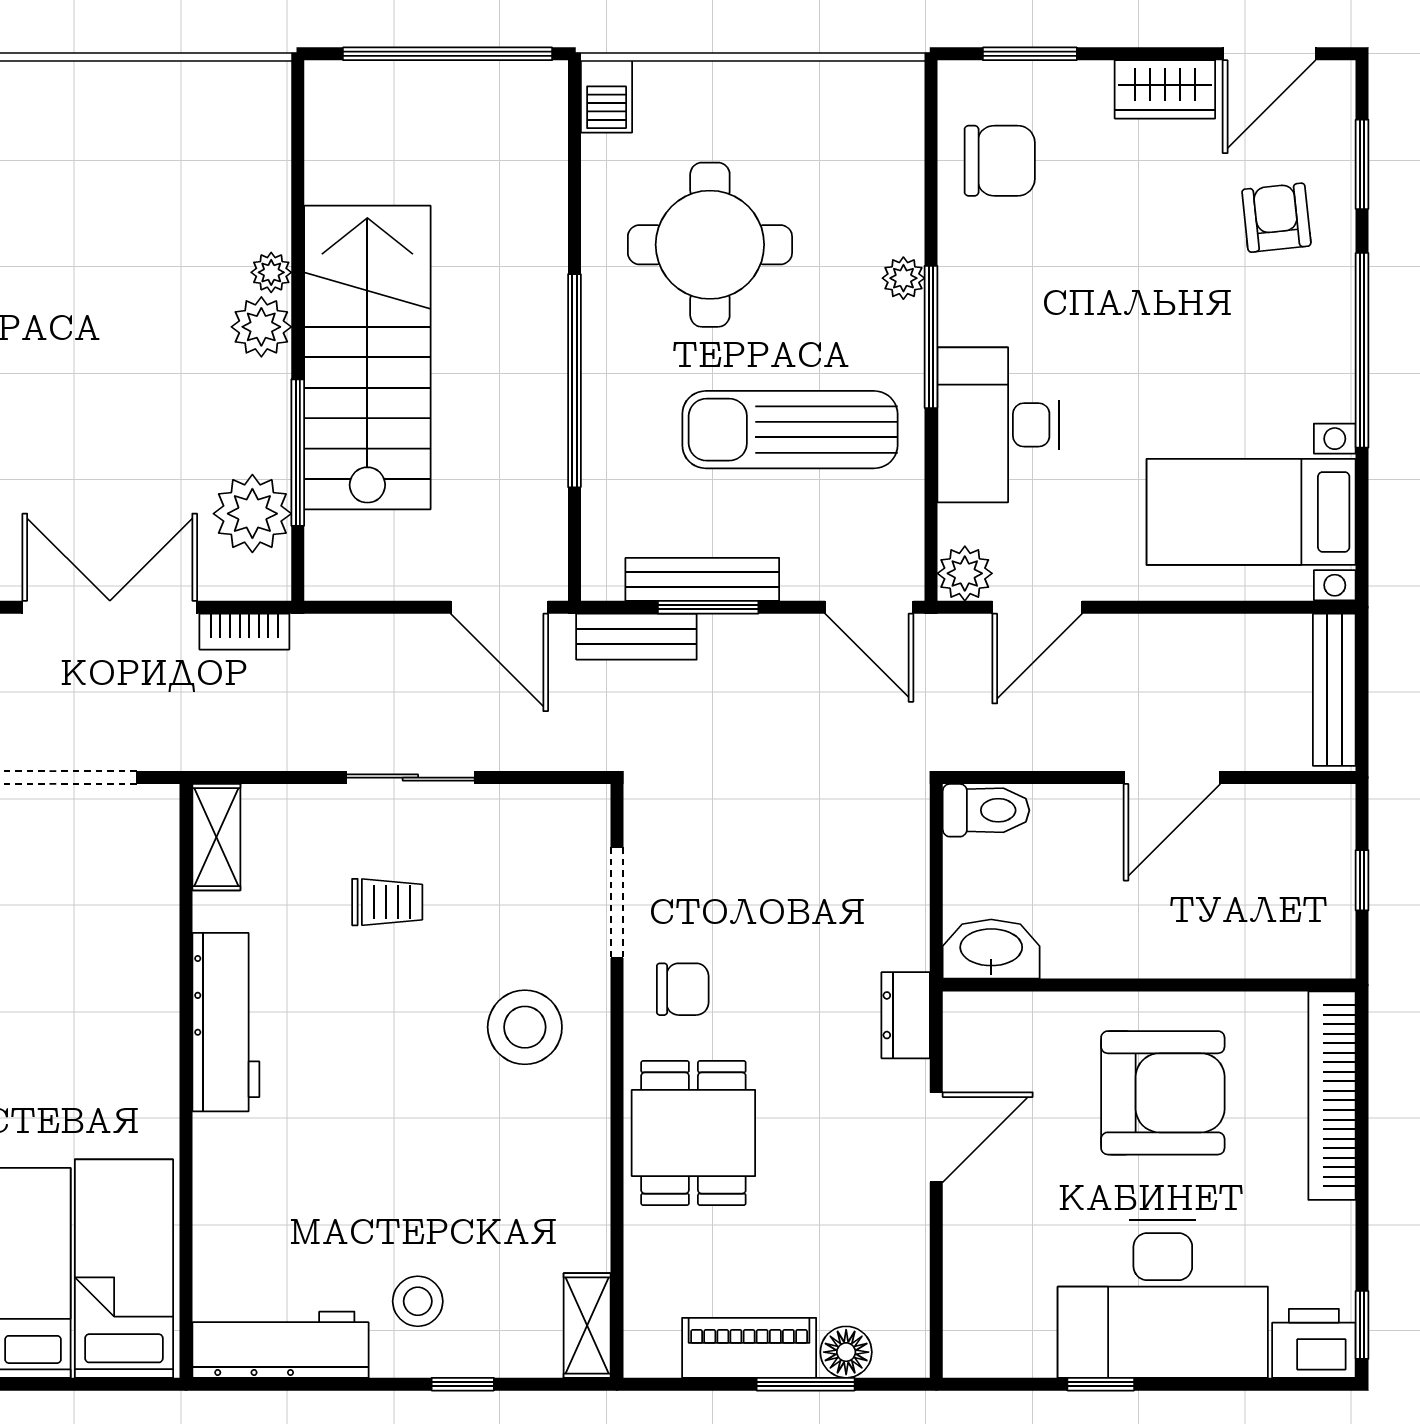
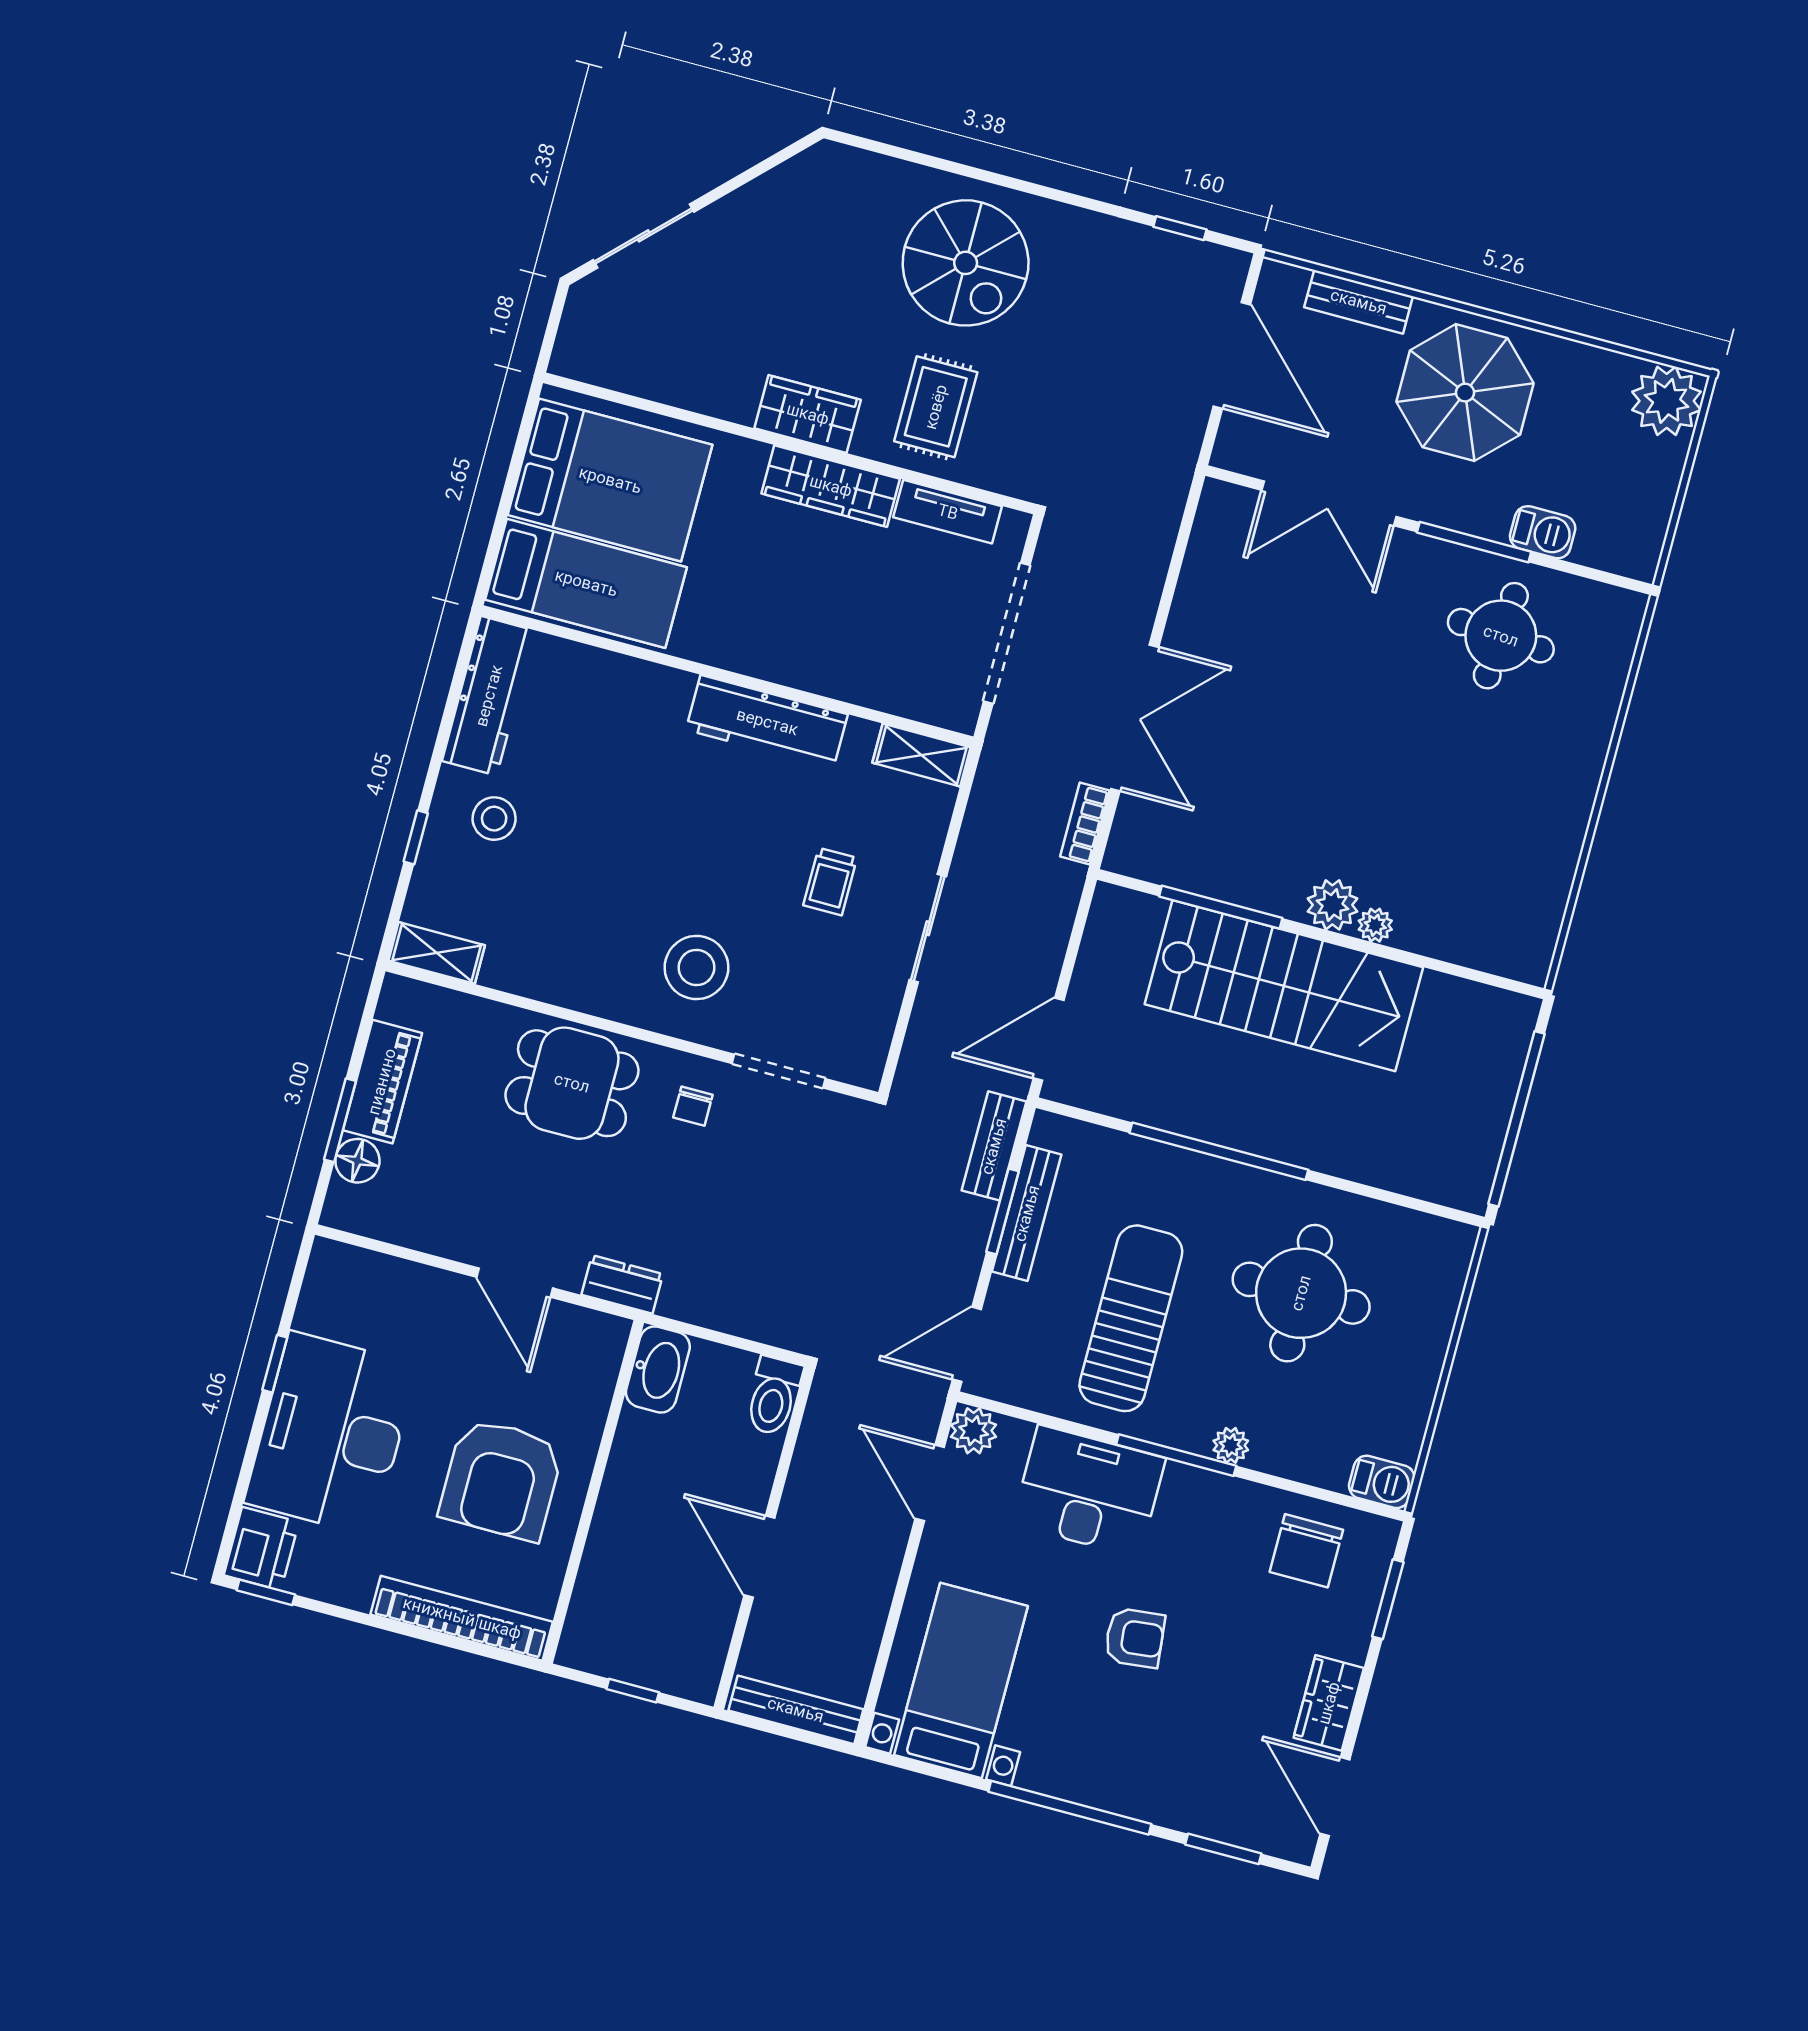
barbecue: (607, 96) -> (1382, 1482), moved, turned 180
armchair: (1276, 218) -> (1135, 1638), moved
plant: (252, 514) -> (1181, 856), removed
chair: (683, 989) -> (693, 1106), width x0.73, depth x0.73

